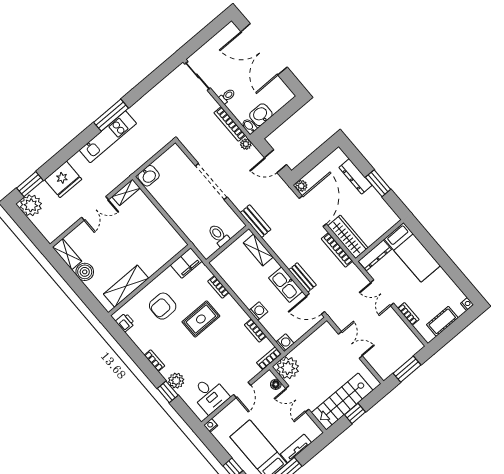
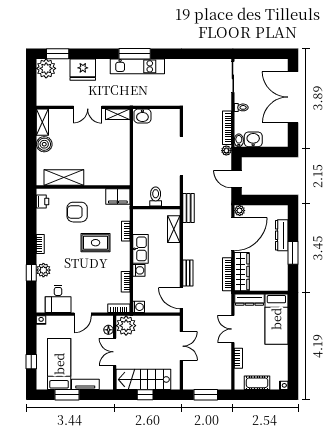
window: (111, 115) -> (135, 54), moved
kitchen sink: (285, 285) -> (140, 249), moved, turned 180

